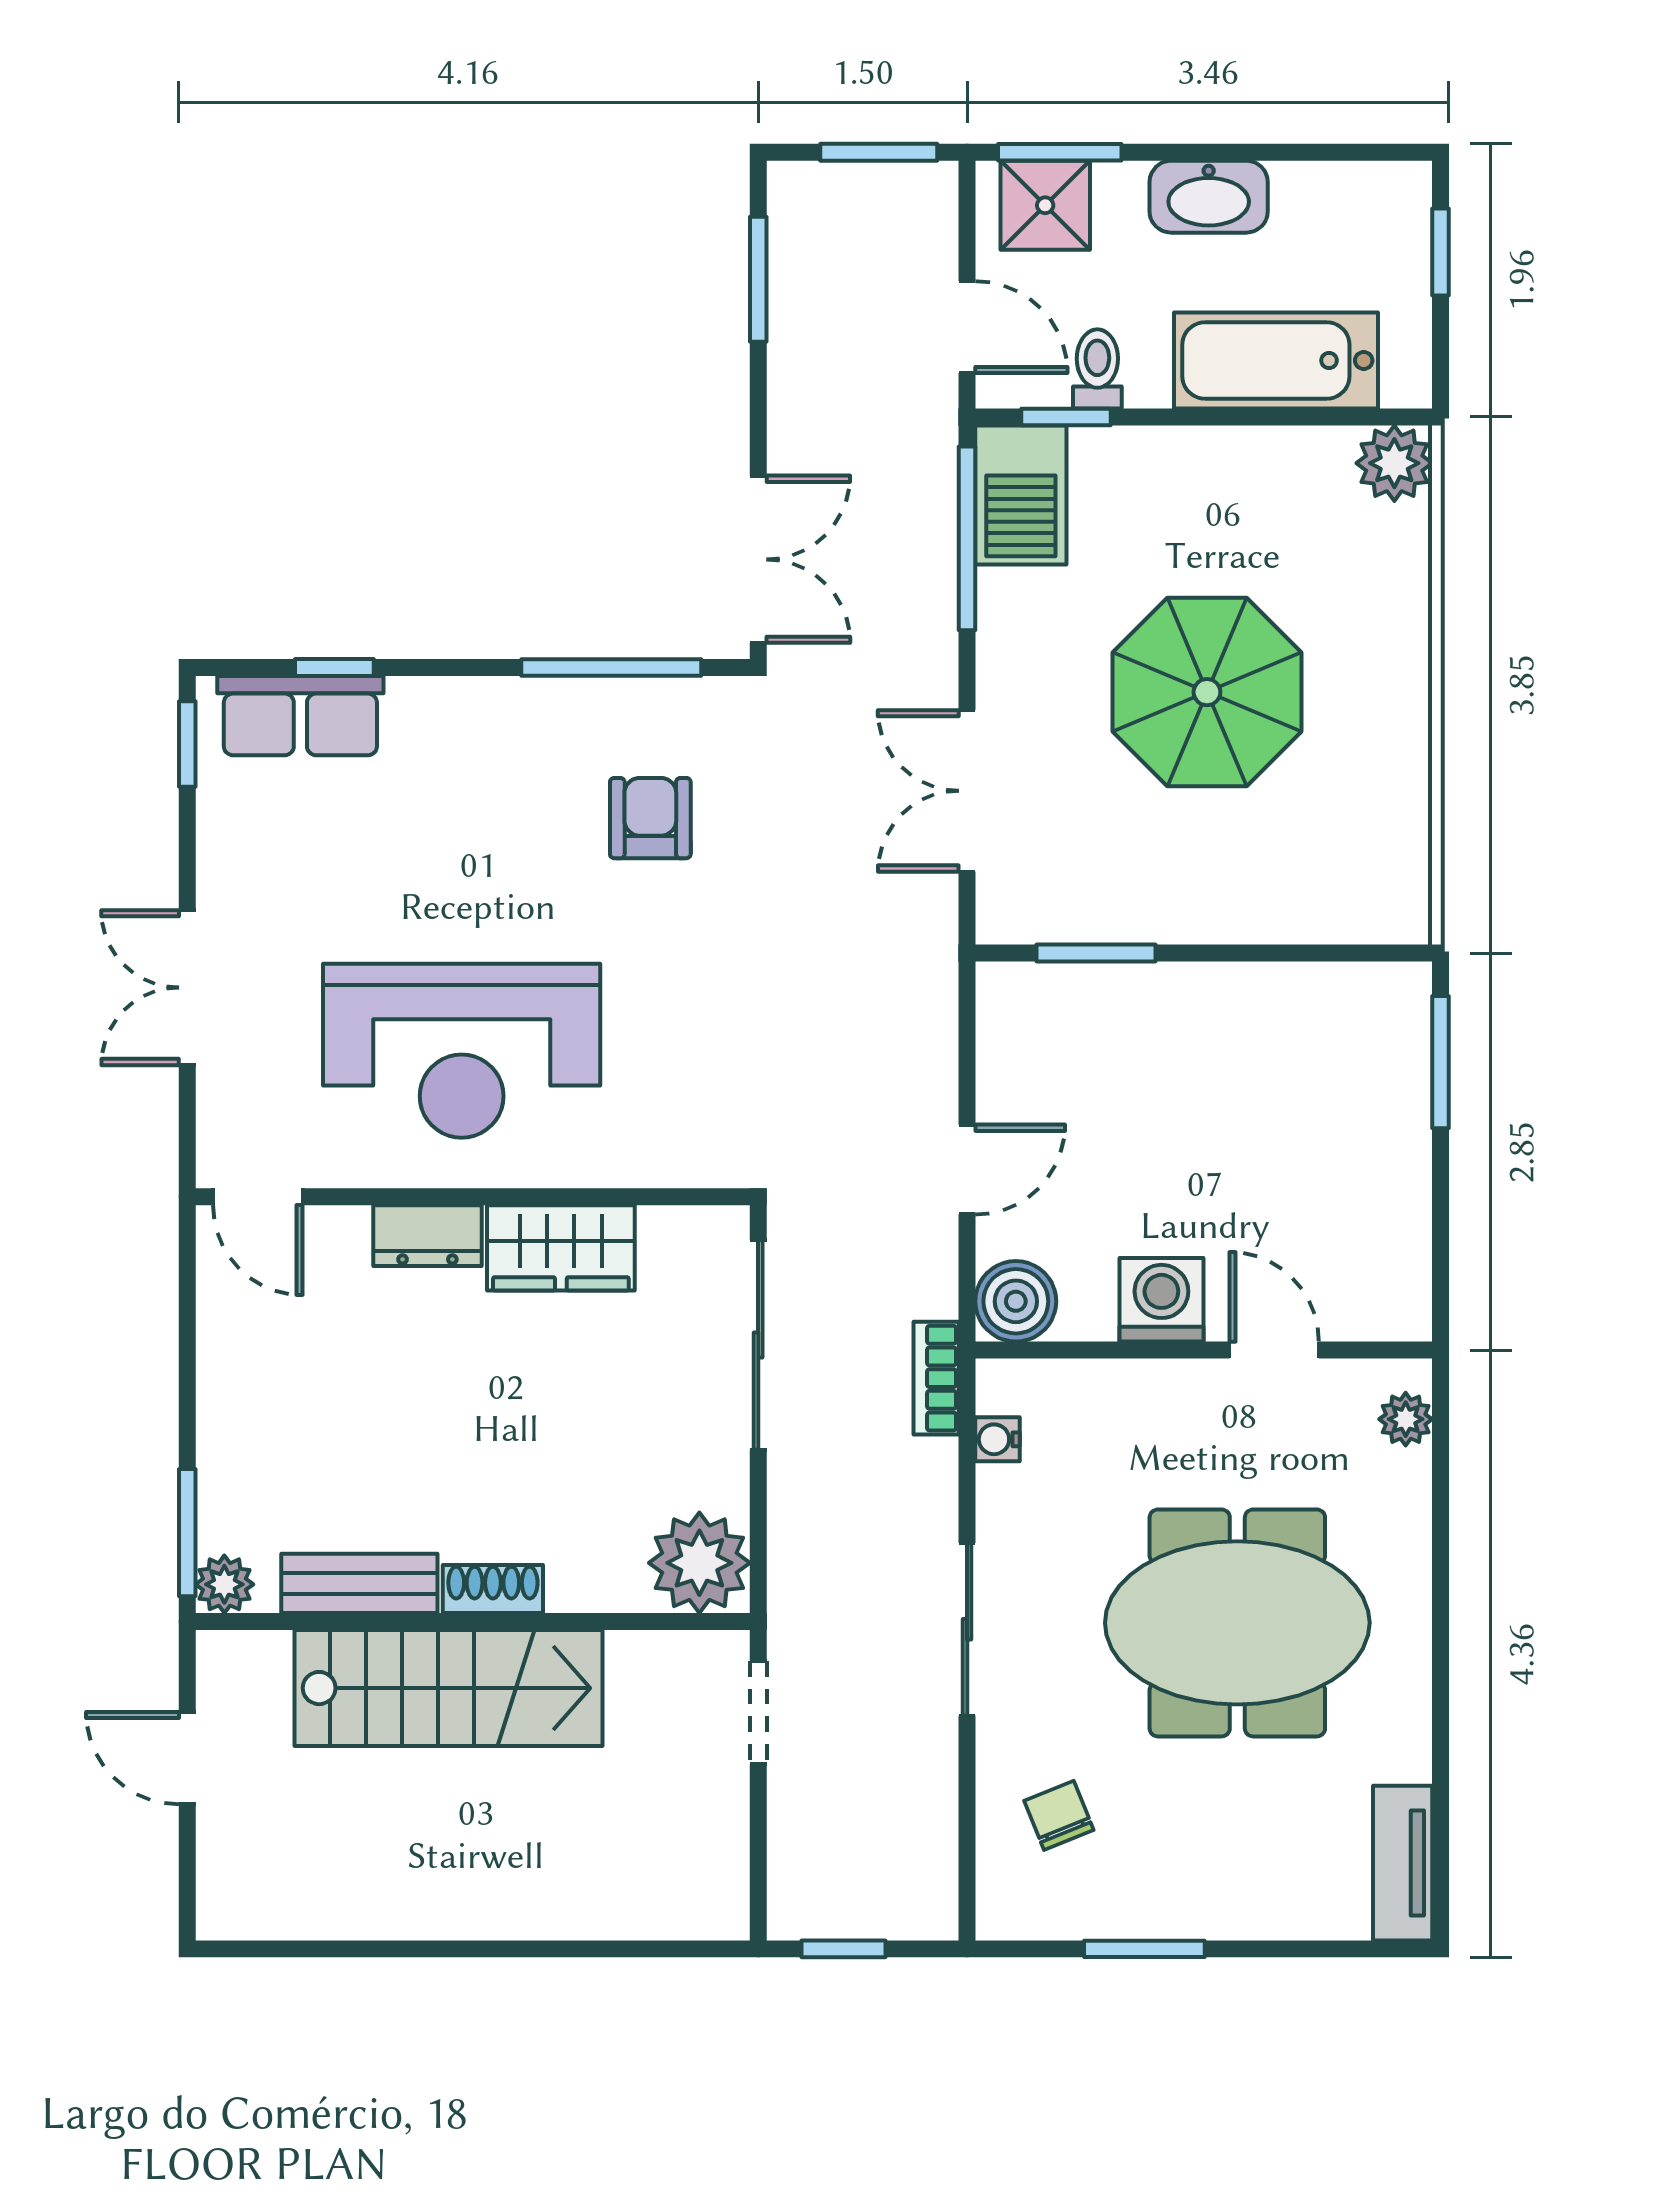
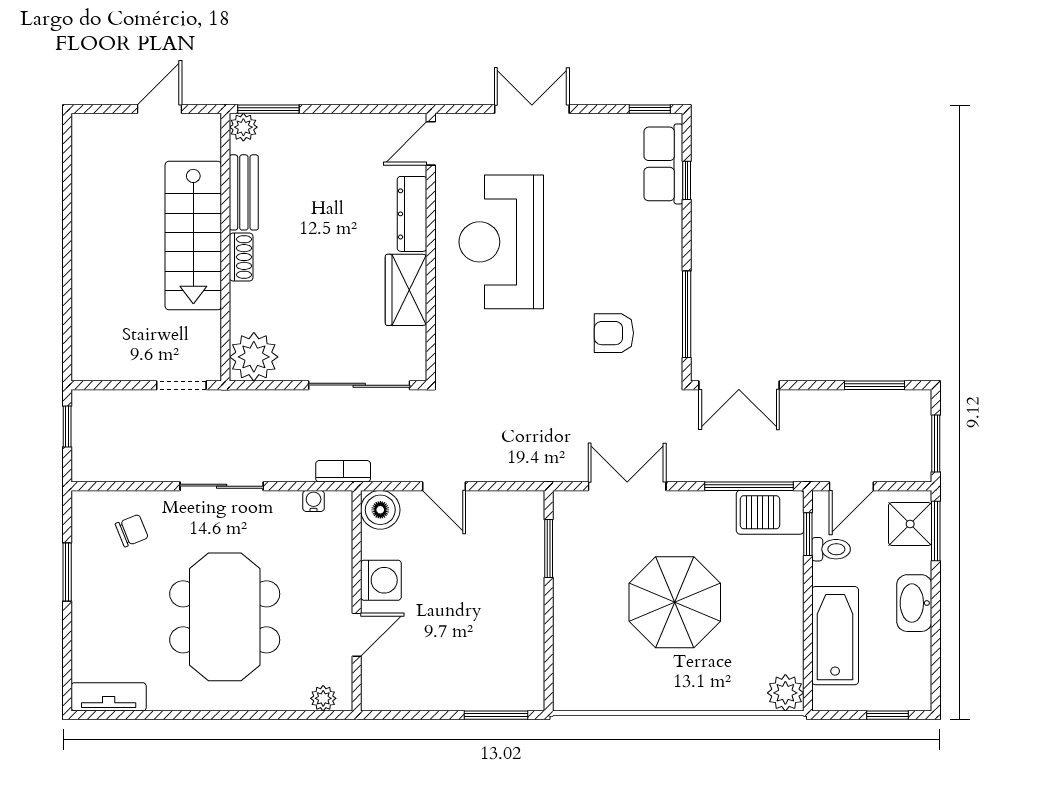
armchair: (650, 818) -> (614, 333), turned 180
dresser: (427, 1236) -> (412, 214), width x1.44

